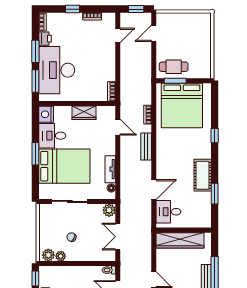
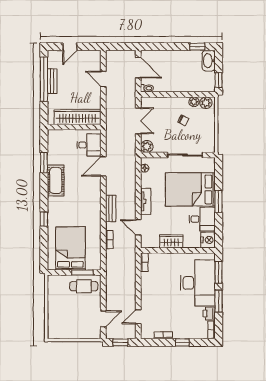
bed: (182, 105) -> (70, 249), width x0.73
tv unit: (110, 169) -> (146, 201), moved

